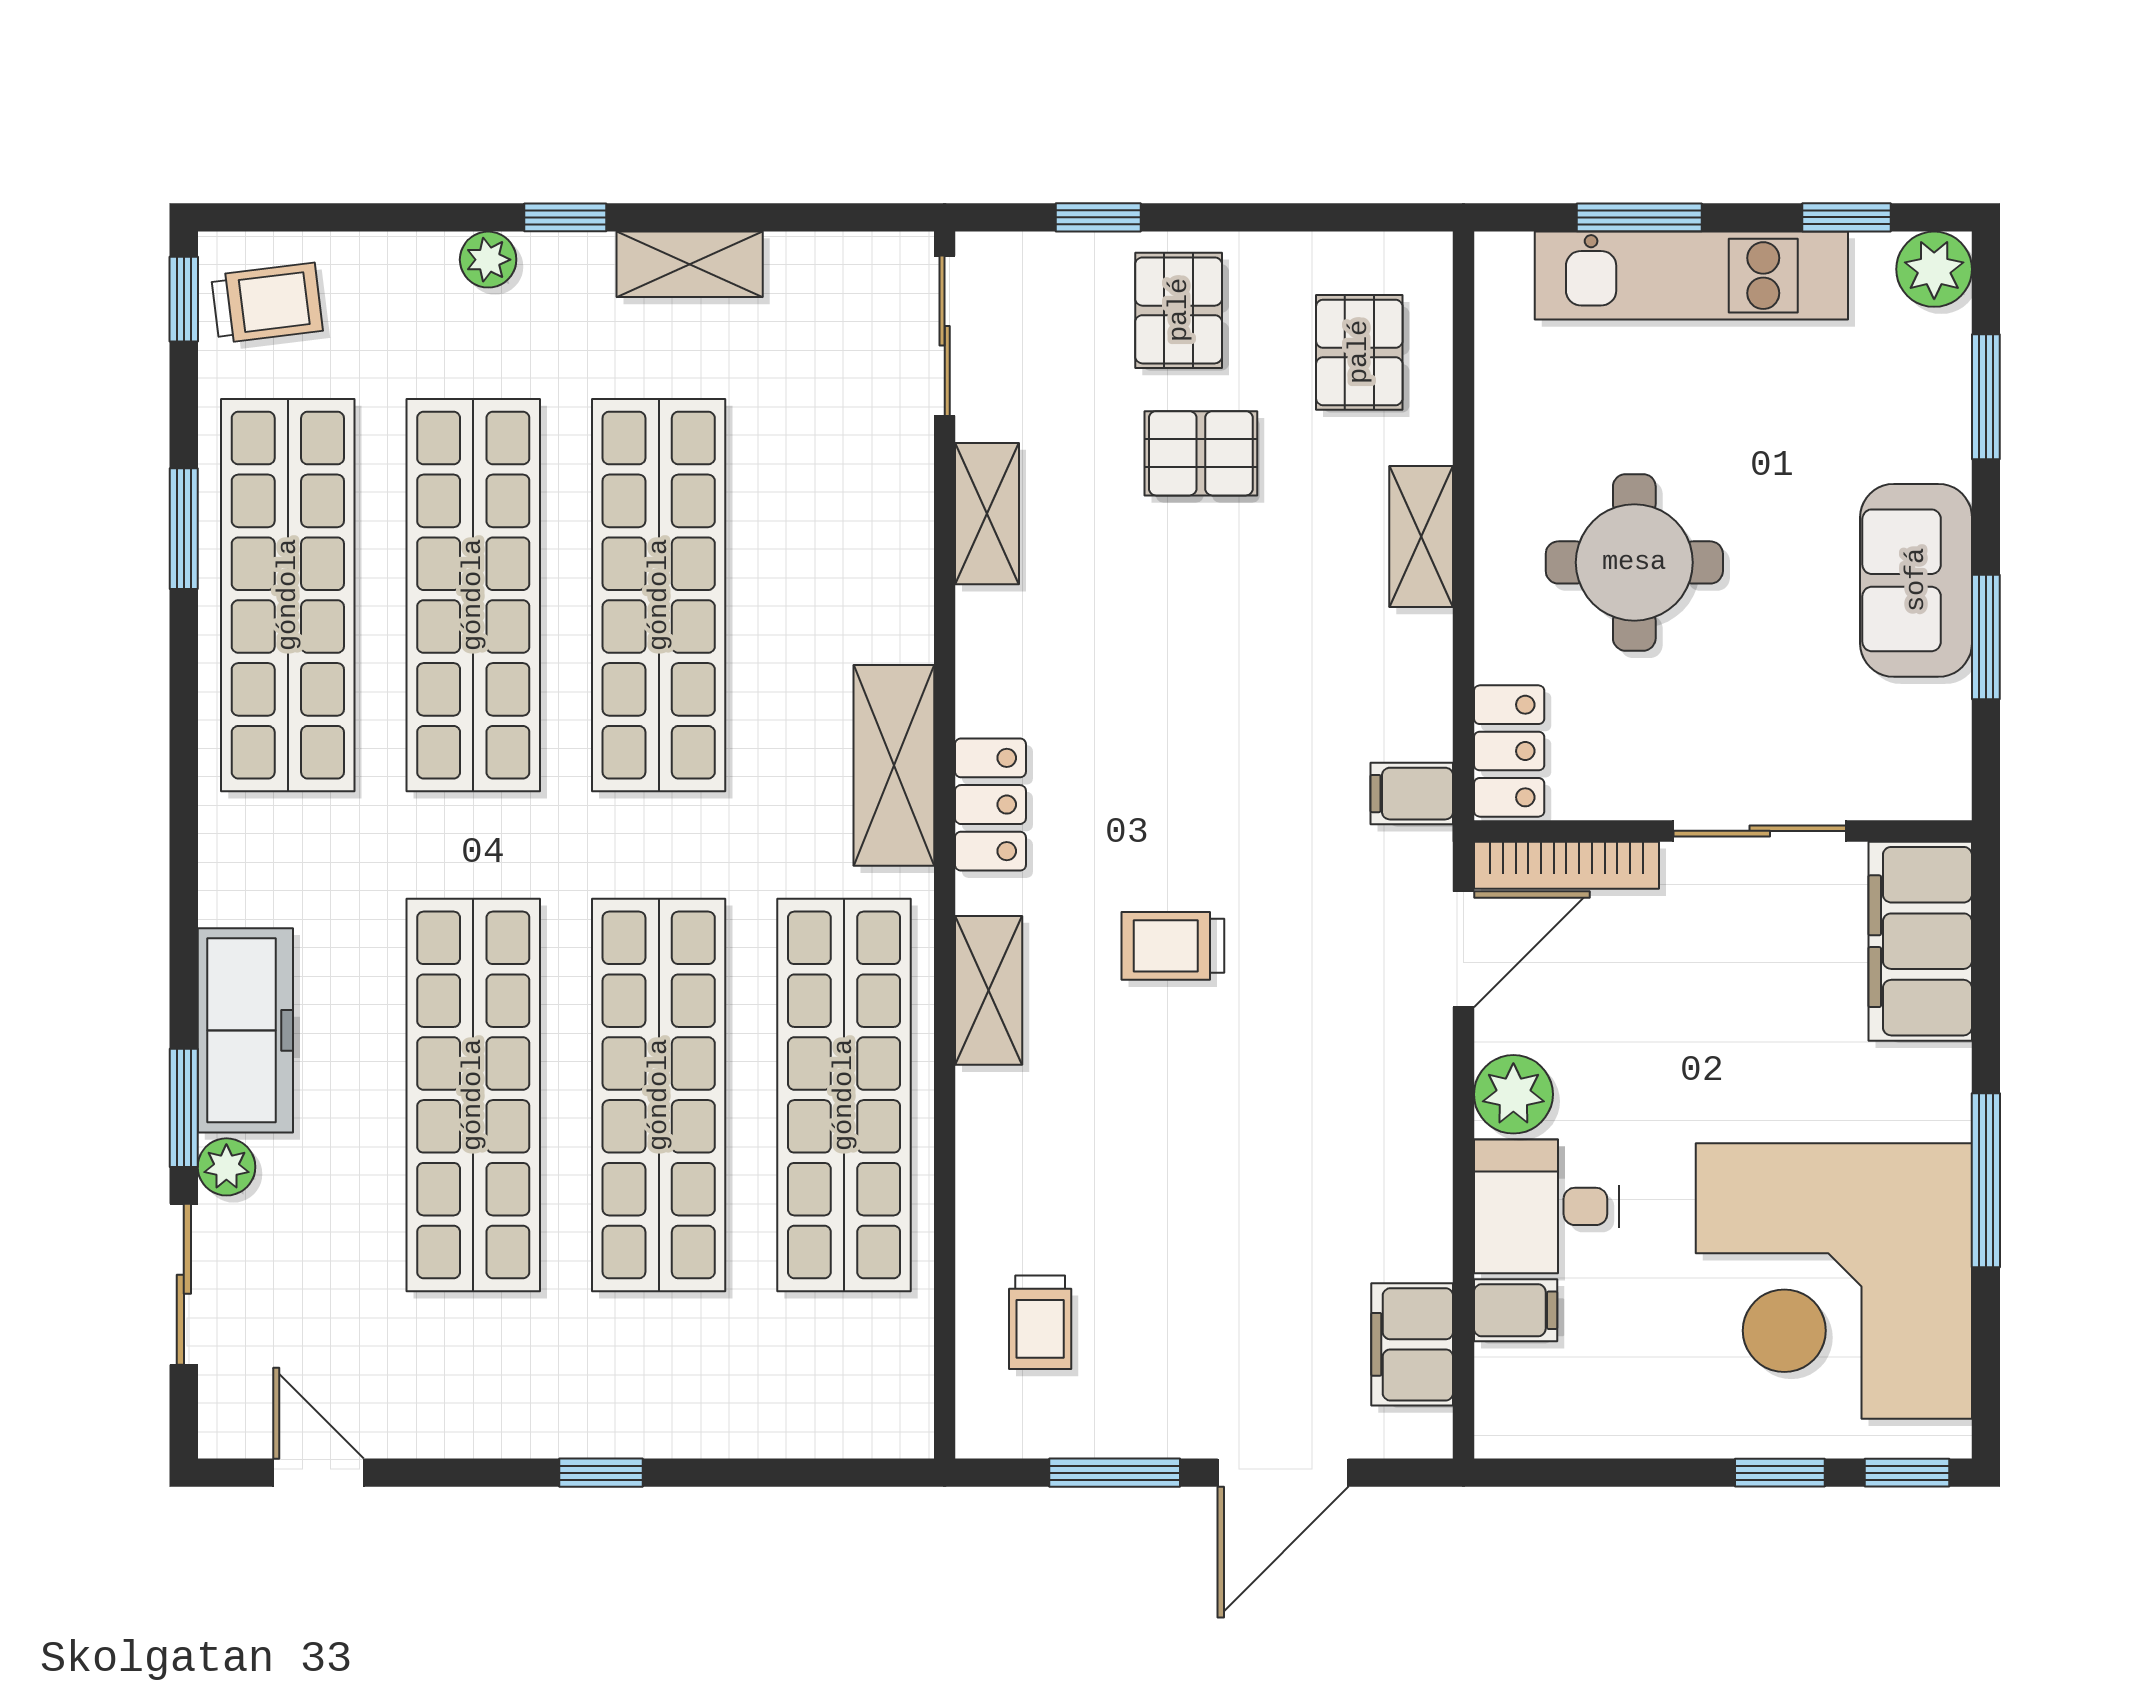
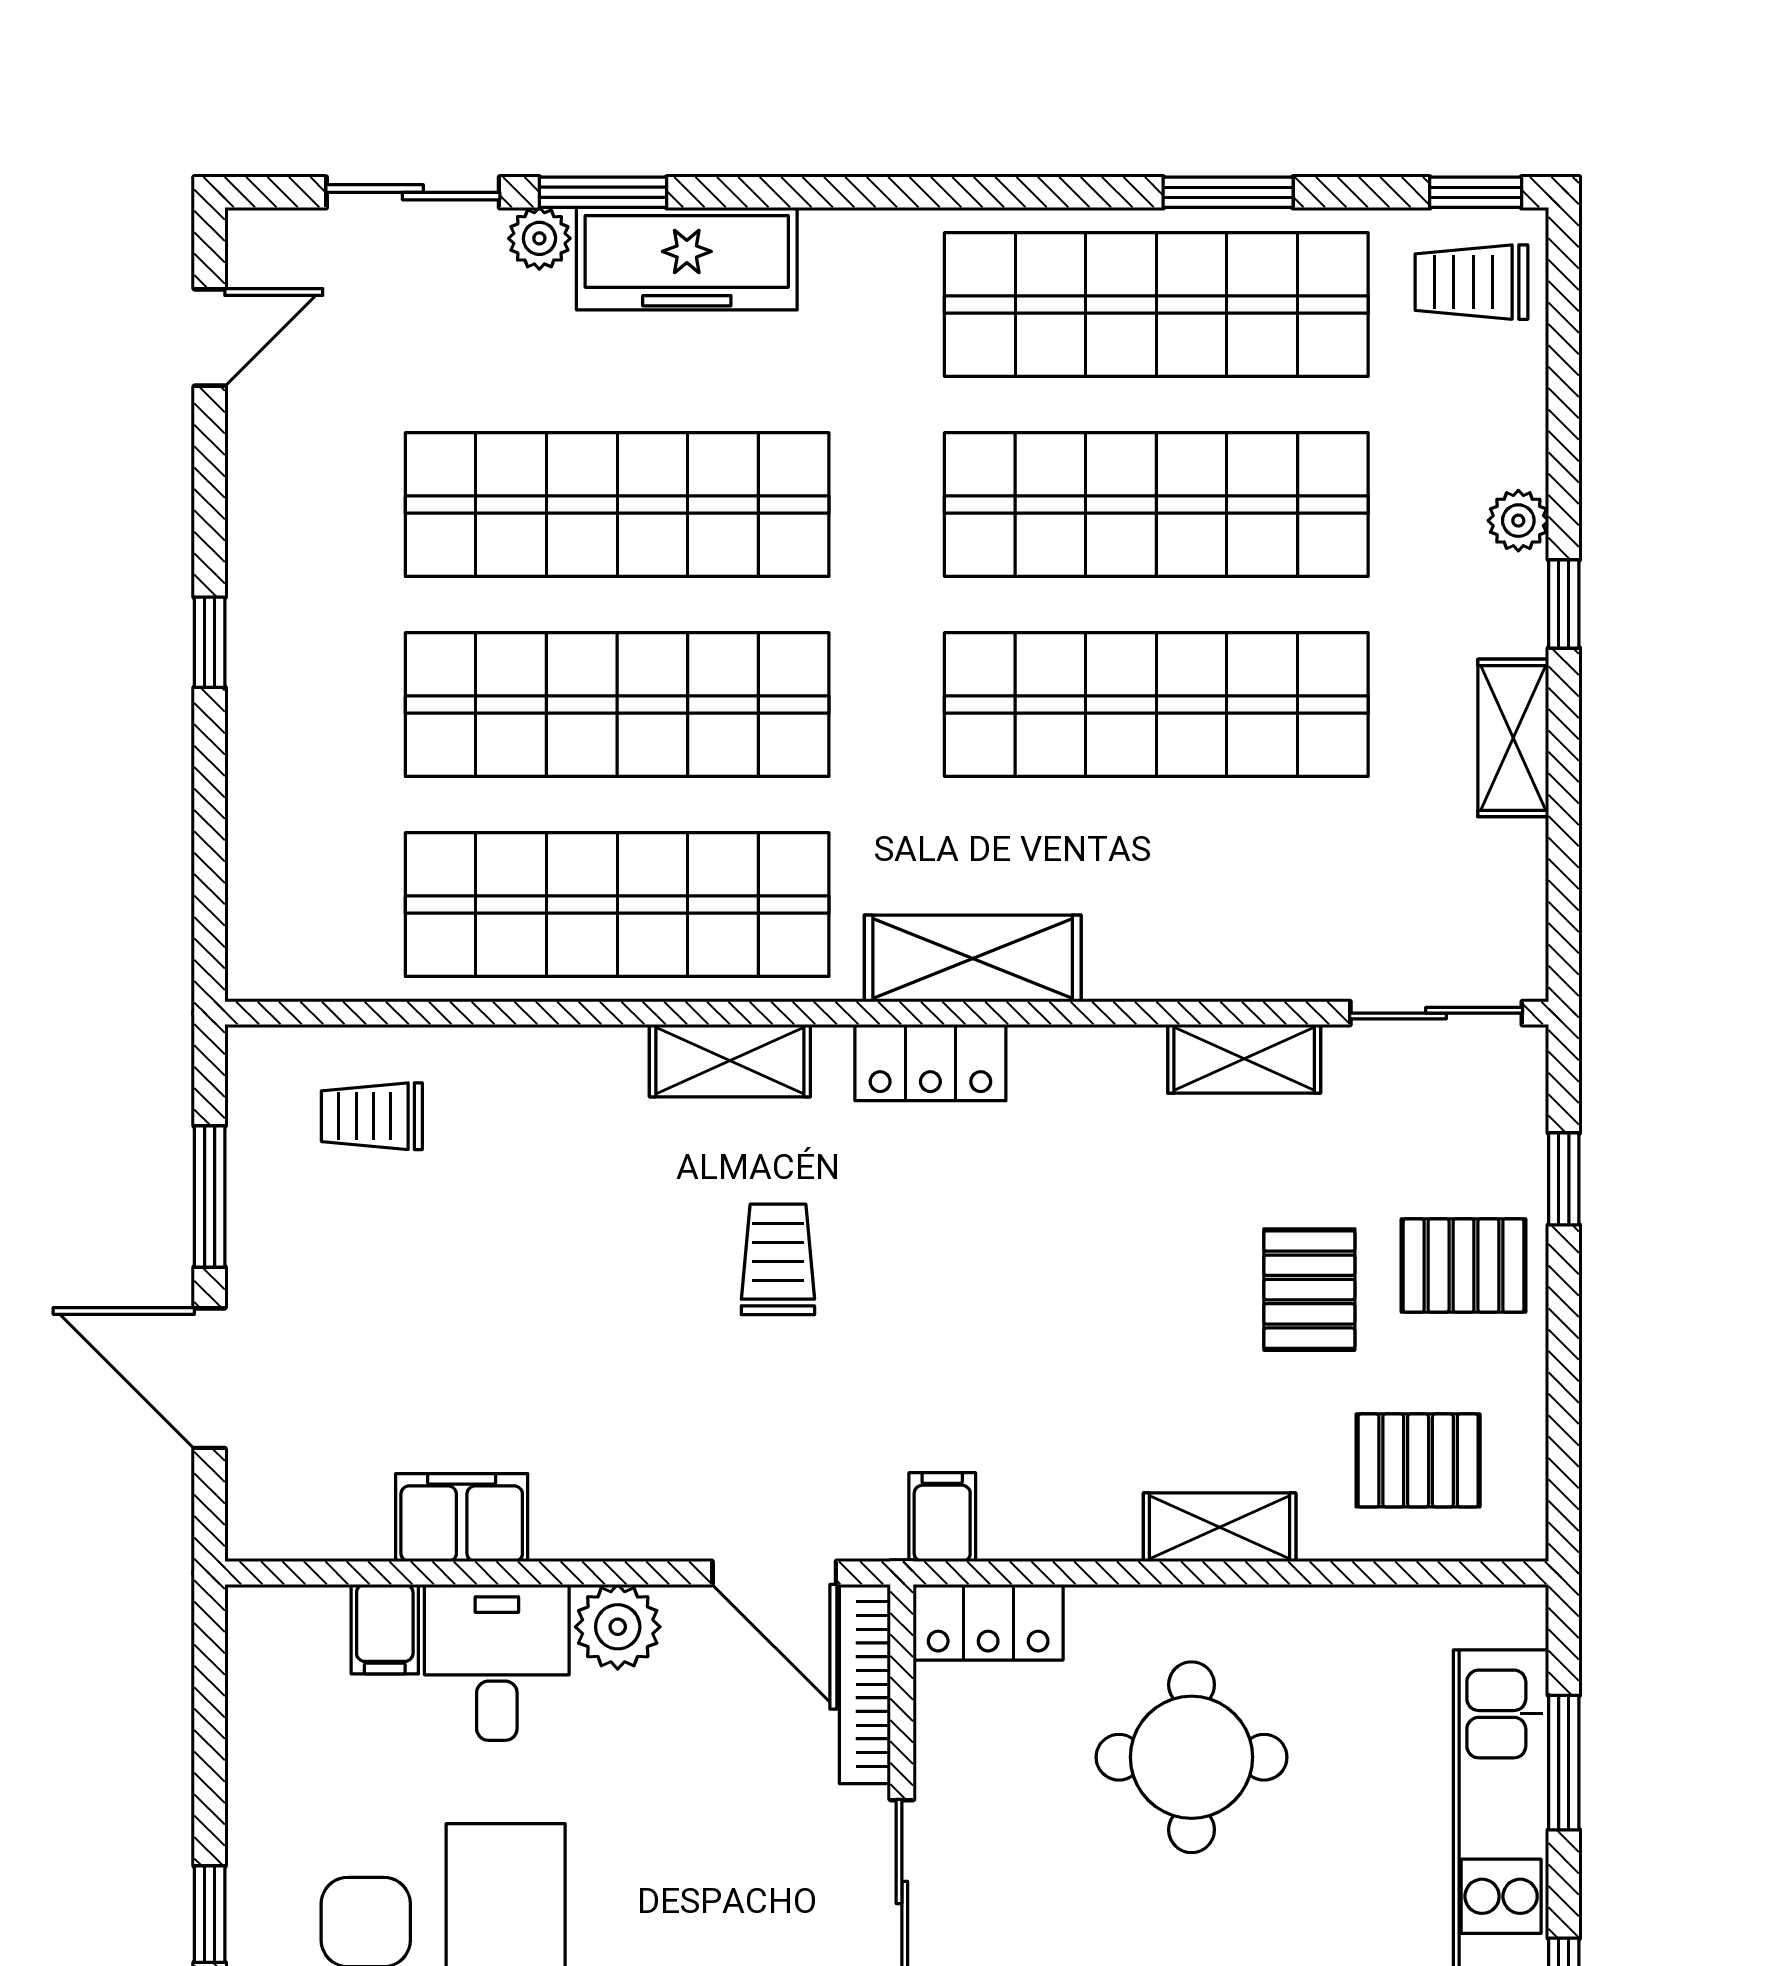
trolley: (267, 303) -> (1471, 282), turned 97
filing cabinet: (1412, 1344) -> (462, 1518), moved

